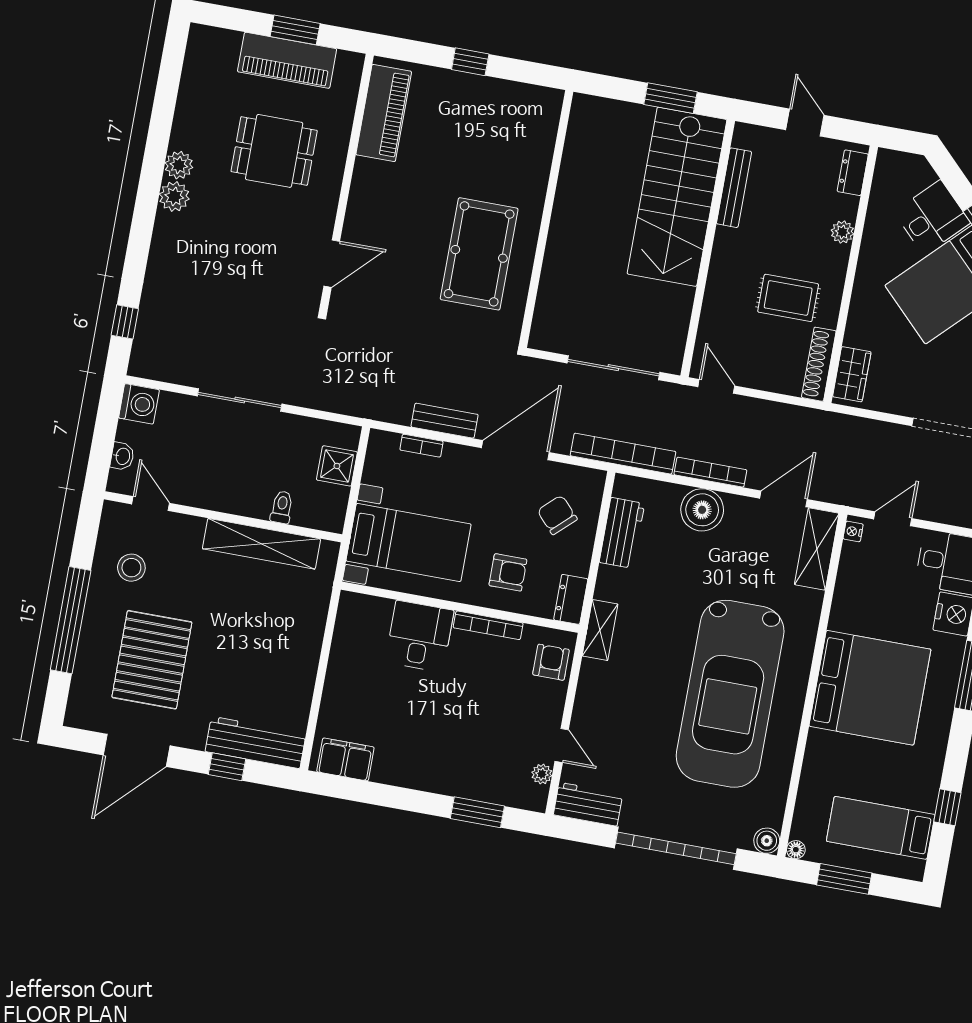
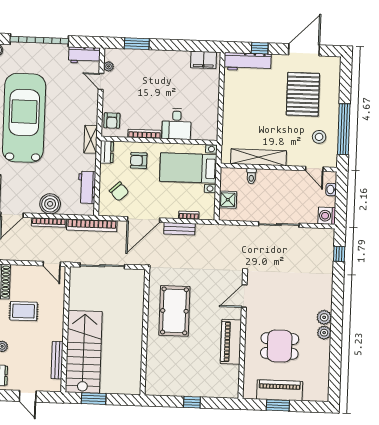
piano: (384, 113) -> (231, 342), moved
window: (71, 620) -> (344, 129), moved

